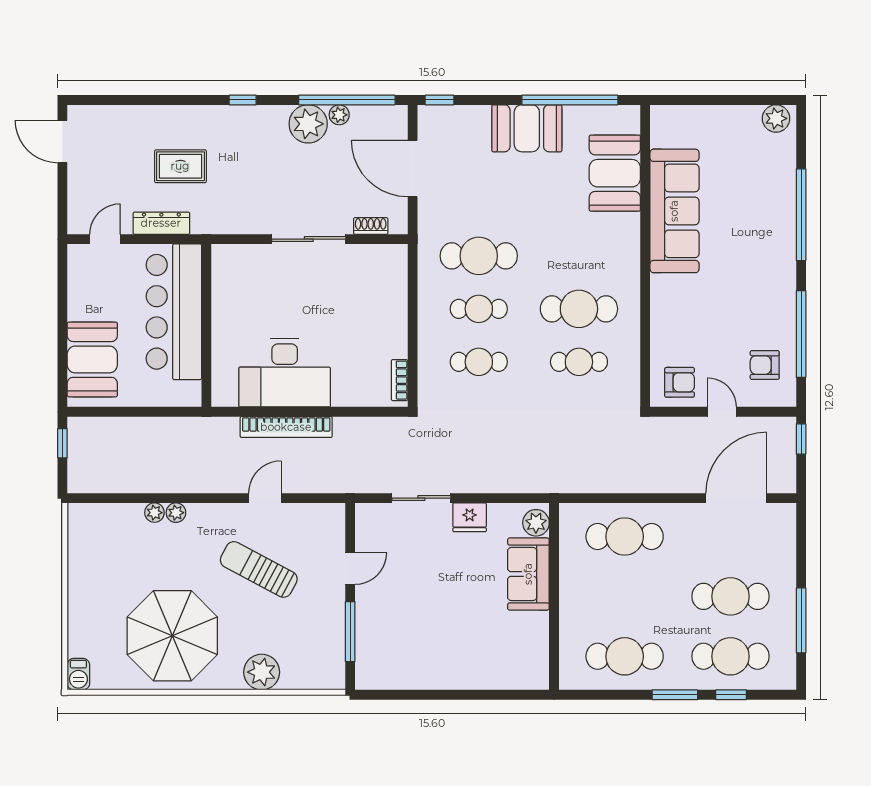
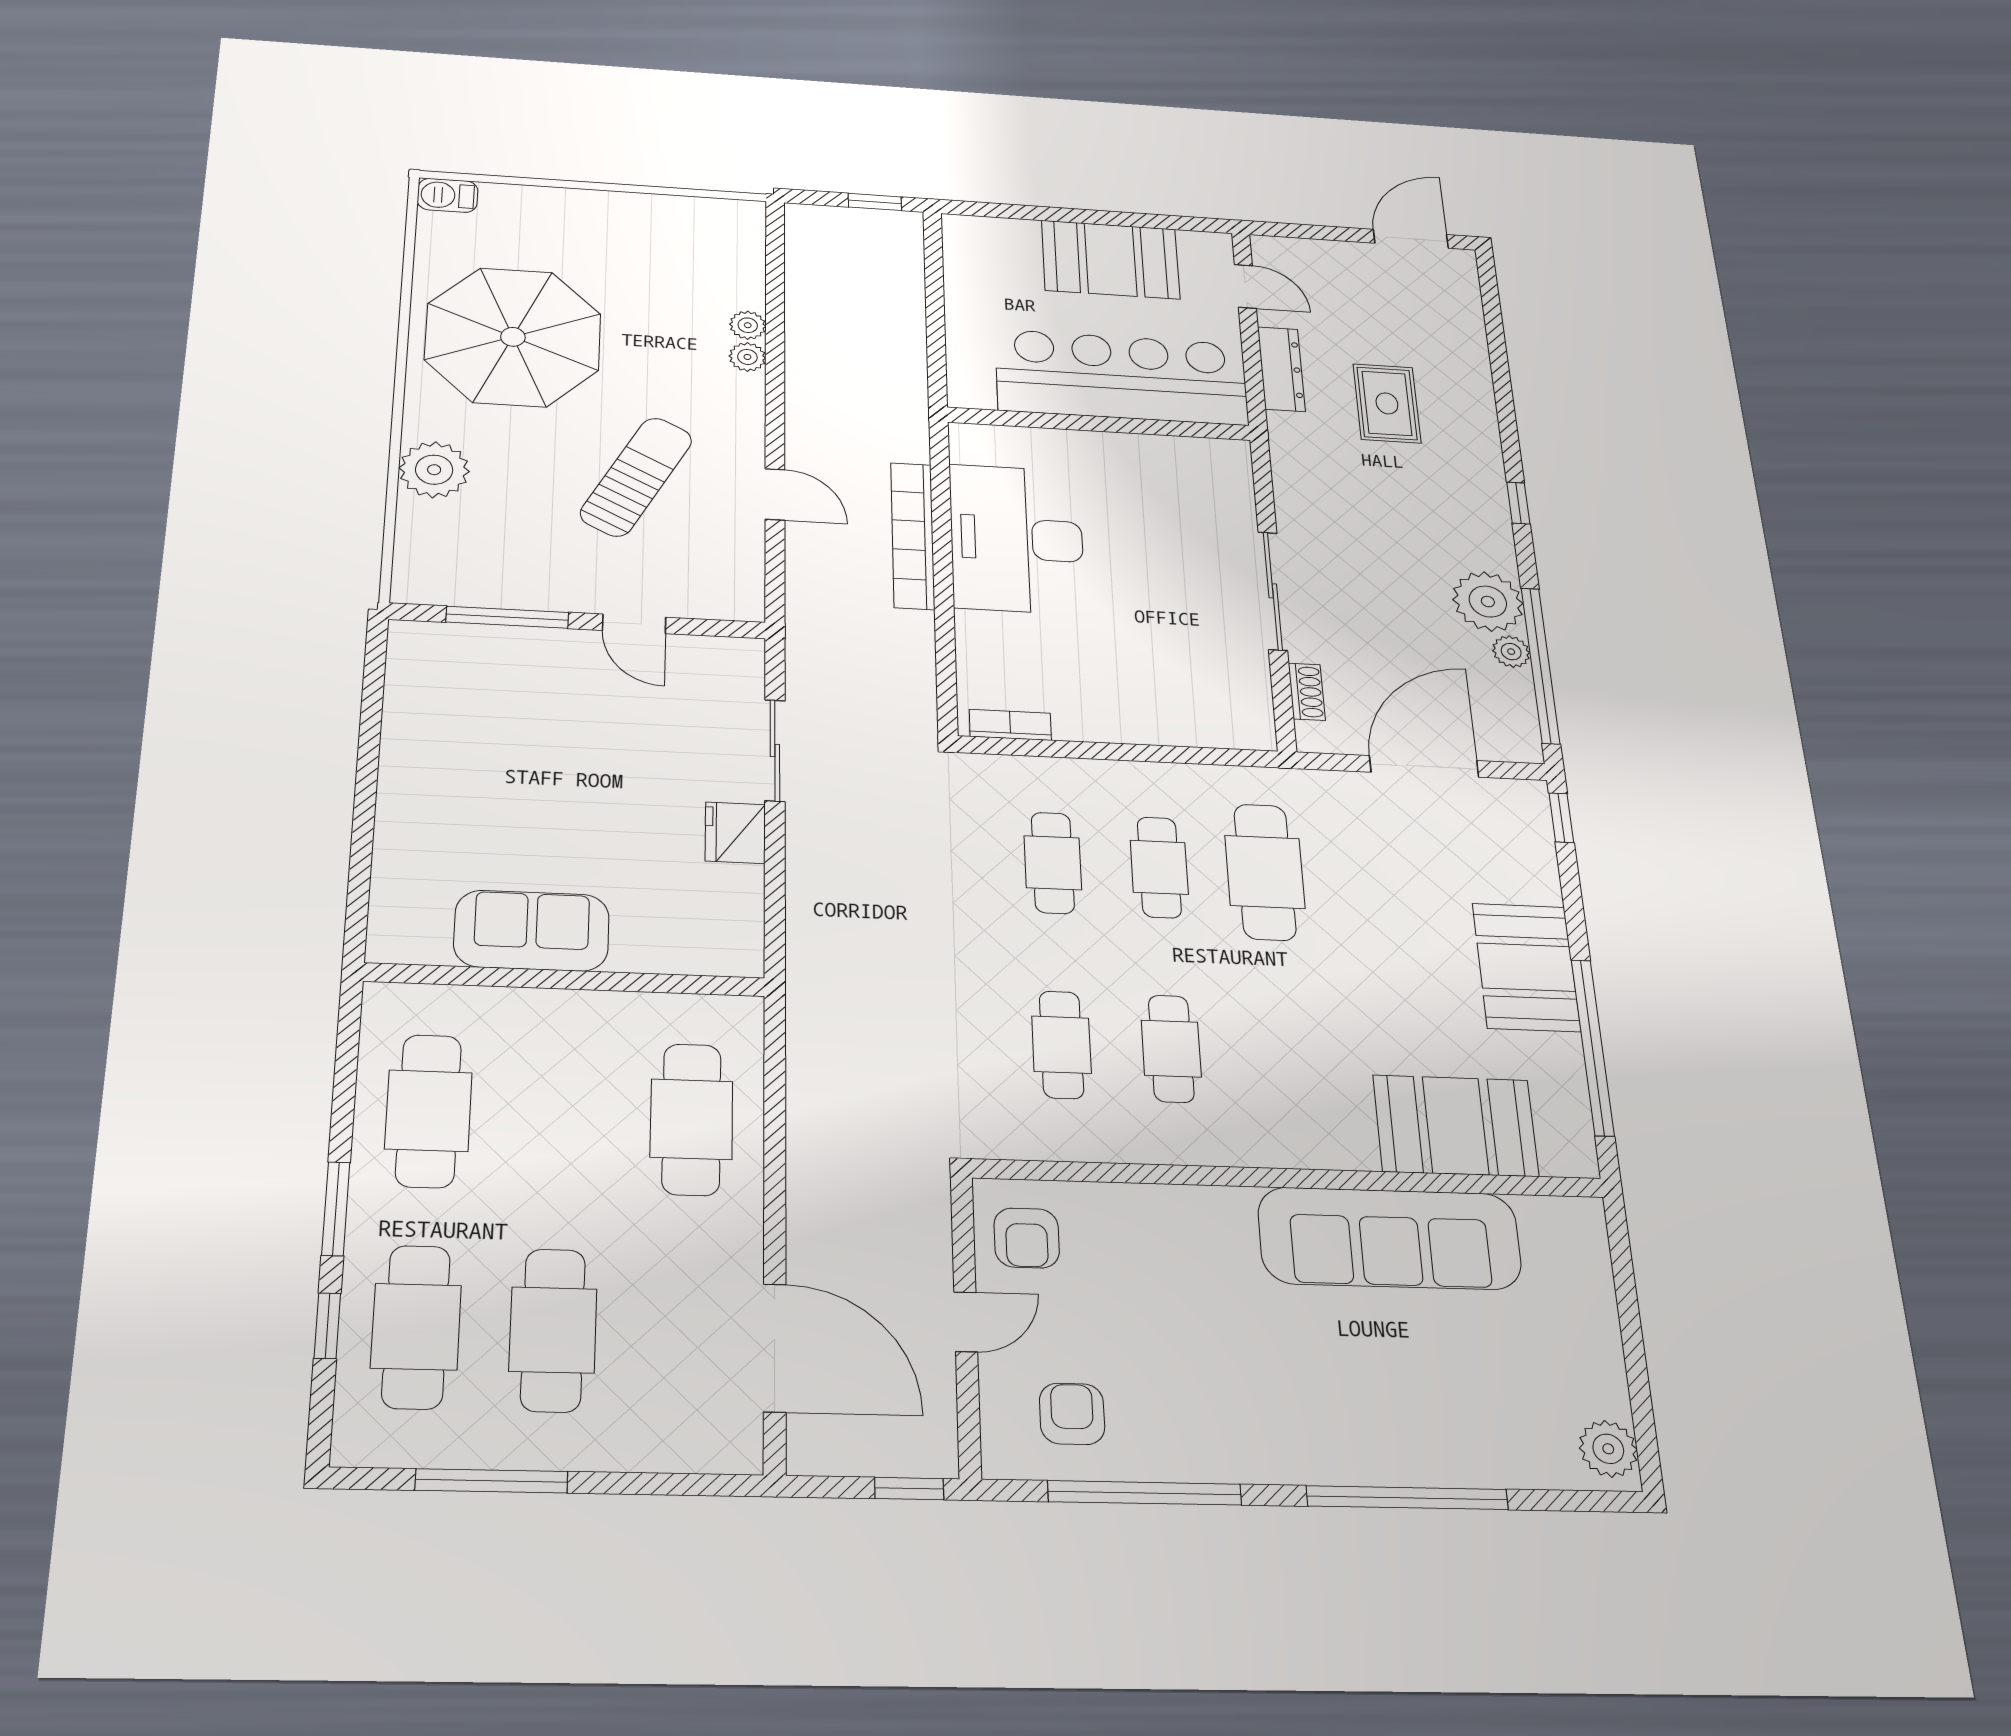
cafe table: (579, 309) -> (1171, 1049), width x0.73, depth x0.74
booth: (92, 359) -> (1111, 260), moved
plant: (536, 523) -> (723, 952), removed
sofa: (528, 574) -> (532, 931), moved

